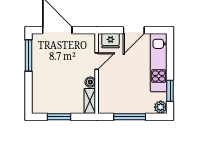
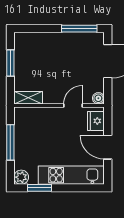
door: (97, 61) -> (73, 105), swing flipped
boiler: (90, 82) -> (98, 98), moved

